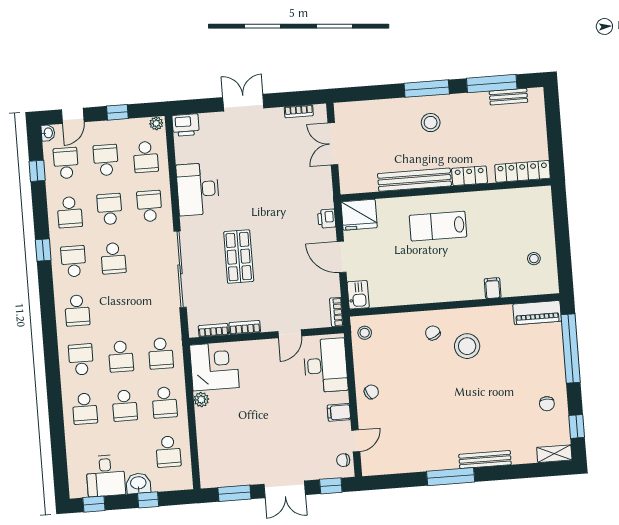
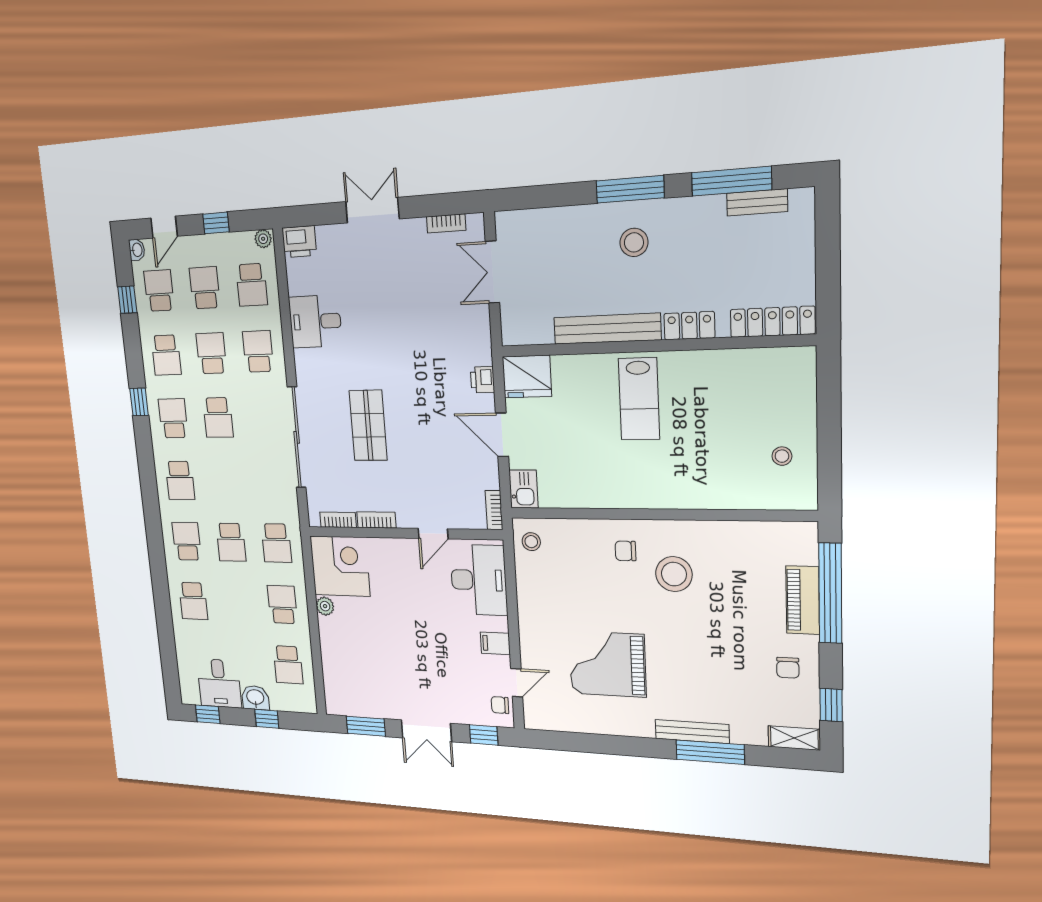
desk: (198, 189) -> (315, 321), width x0.73
lab bench: (438, 226) -> (639, 399), turned -90
filing cabinet: (493, 288) -> (716, 495), removed
piano: (537, 313) -> (803, 600), moved, turned 90
chair: (433, 333) -> (626, 551), turned -62
chair: (371, 392) -> (538, 622), removed
school desk: (165, 402) -> (282, 605), turned 180
school desk: (125, 406) -> (237, 603), removed
grand piano: (423, 417) -> (607, 664), added
window: (451, 477) -> (710, 752), moved

